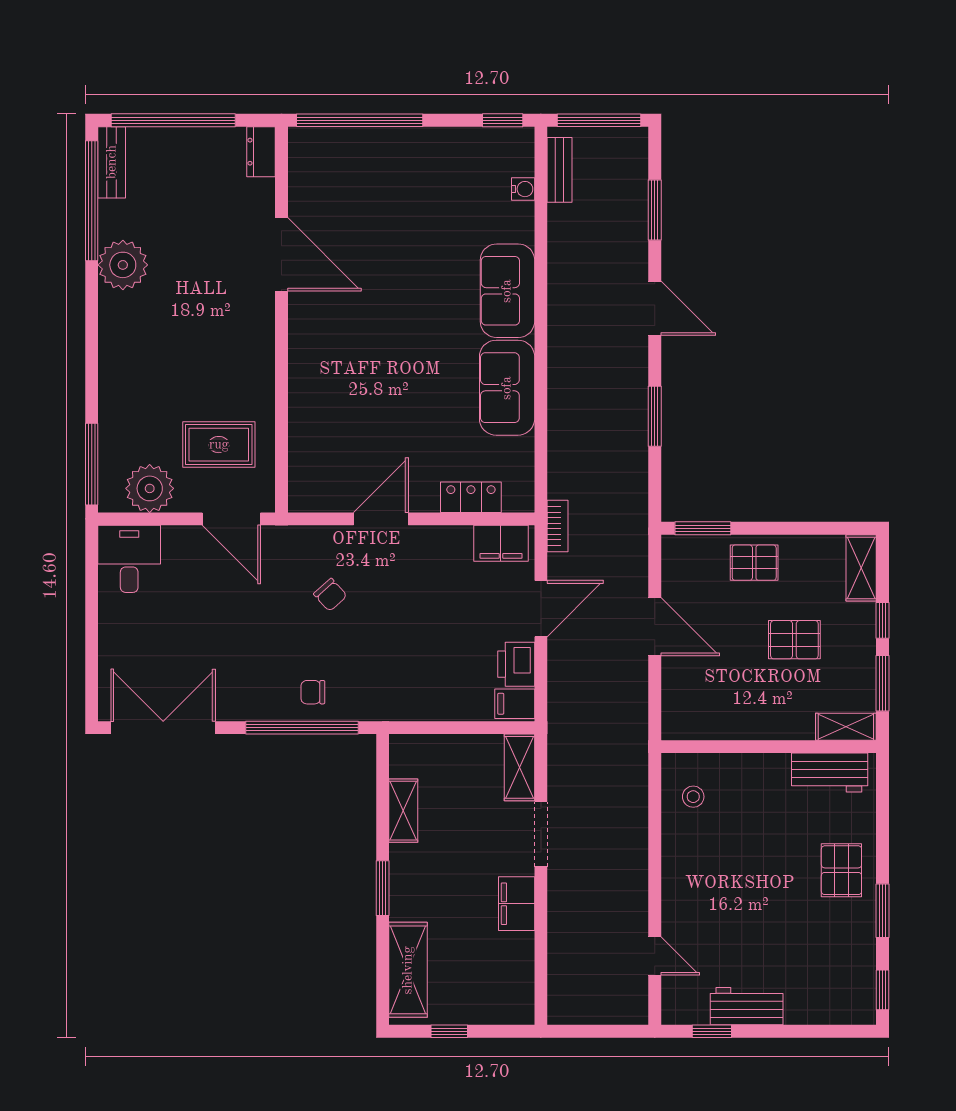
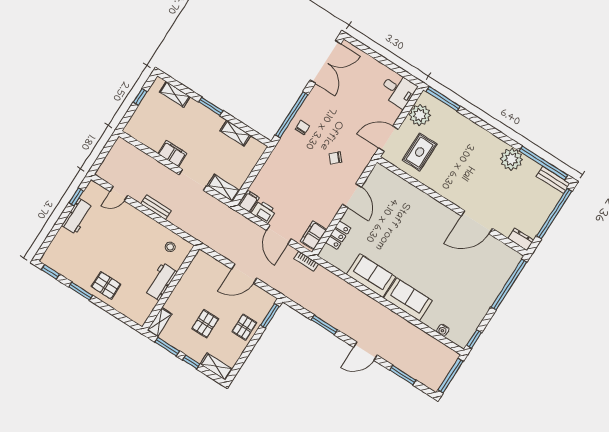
bench: (560, 170) -> (156, 207), moved
workbench: (830, 773) -> (161, 282), moved
shelving: (408, 970) -> (175, 94), width x0.67, depth x0.75

